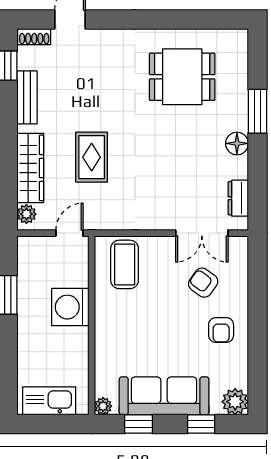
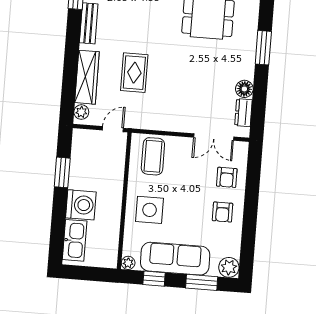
floor lamp: (237, 143) -> (244, 89), moved
armchair: (203, 283) -> (227, 177), moved, turned -126
washing machine: (70, 307) -> (81, 205), moved, turned 180
side table: (126, 335) -> (150, 210), added
kitchen sink: (49, 401) -> (75, 240), moved, turned 90
window: (201, 424) -> (202, 282), width x1.50

